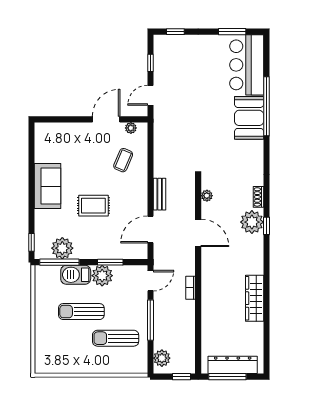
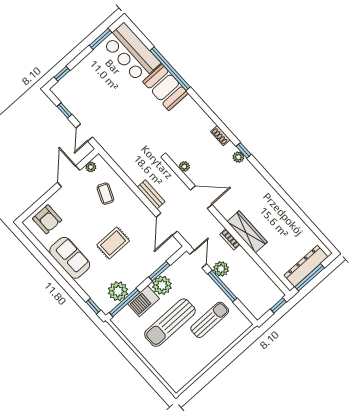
armchair: (57, 139) -> (47, 219), added
plant: (252, 222) -> (238, 157), width x0.53, depth x0.53
wardrobe: (255, 298) -> (247, 232), moved, turned 180
sun lounger: (81, 312) -> (170, 323), width x1.36, depth x1.34
sun lounger: (116, 338) -> (210, 320), turned 180
plant: (162, 358) -> (221, 269), moved

